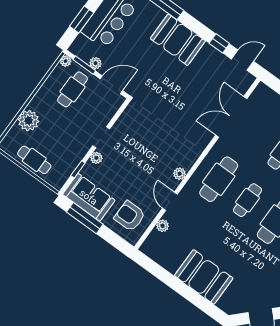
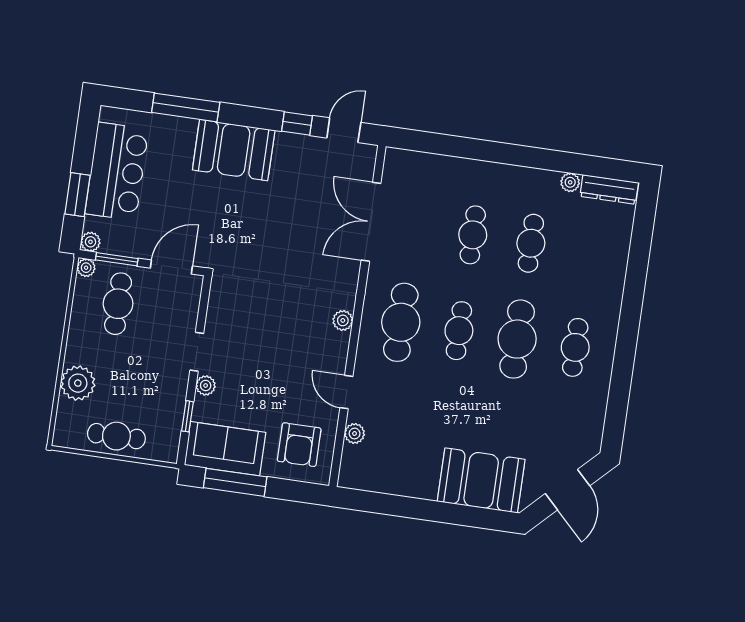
plant: (96, 63) -> (90, 242), moved
plant: (180, 174) -> (343, 320), moved
armchair: (130, 216) -> (299, 445), turned -90
booth: (204, 277) -> (481, 480), moved

